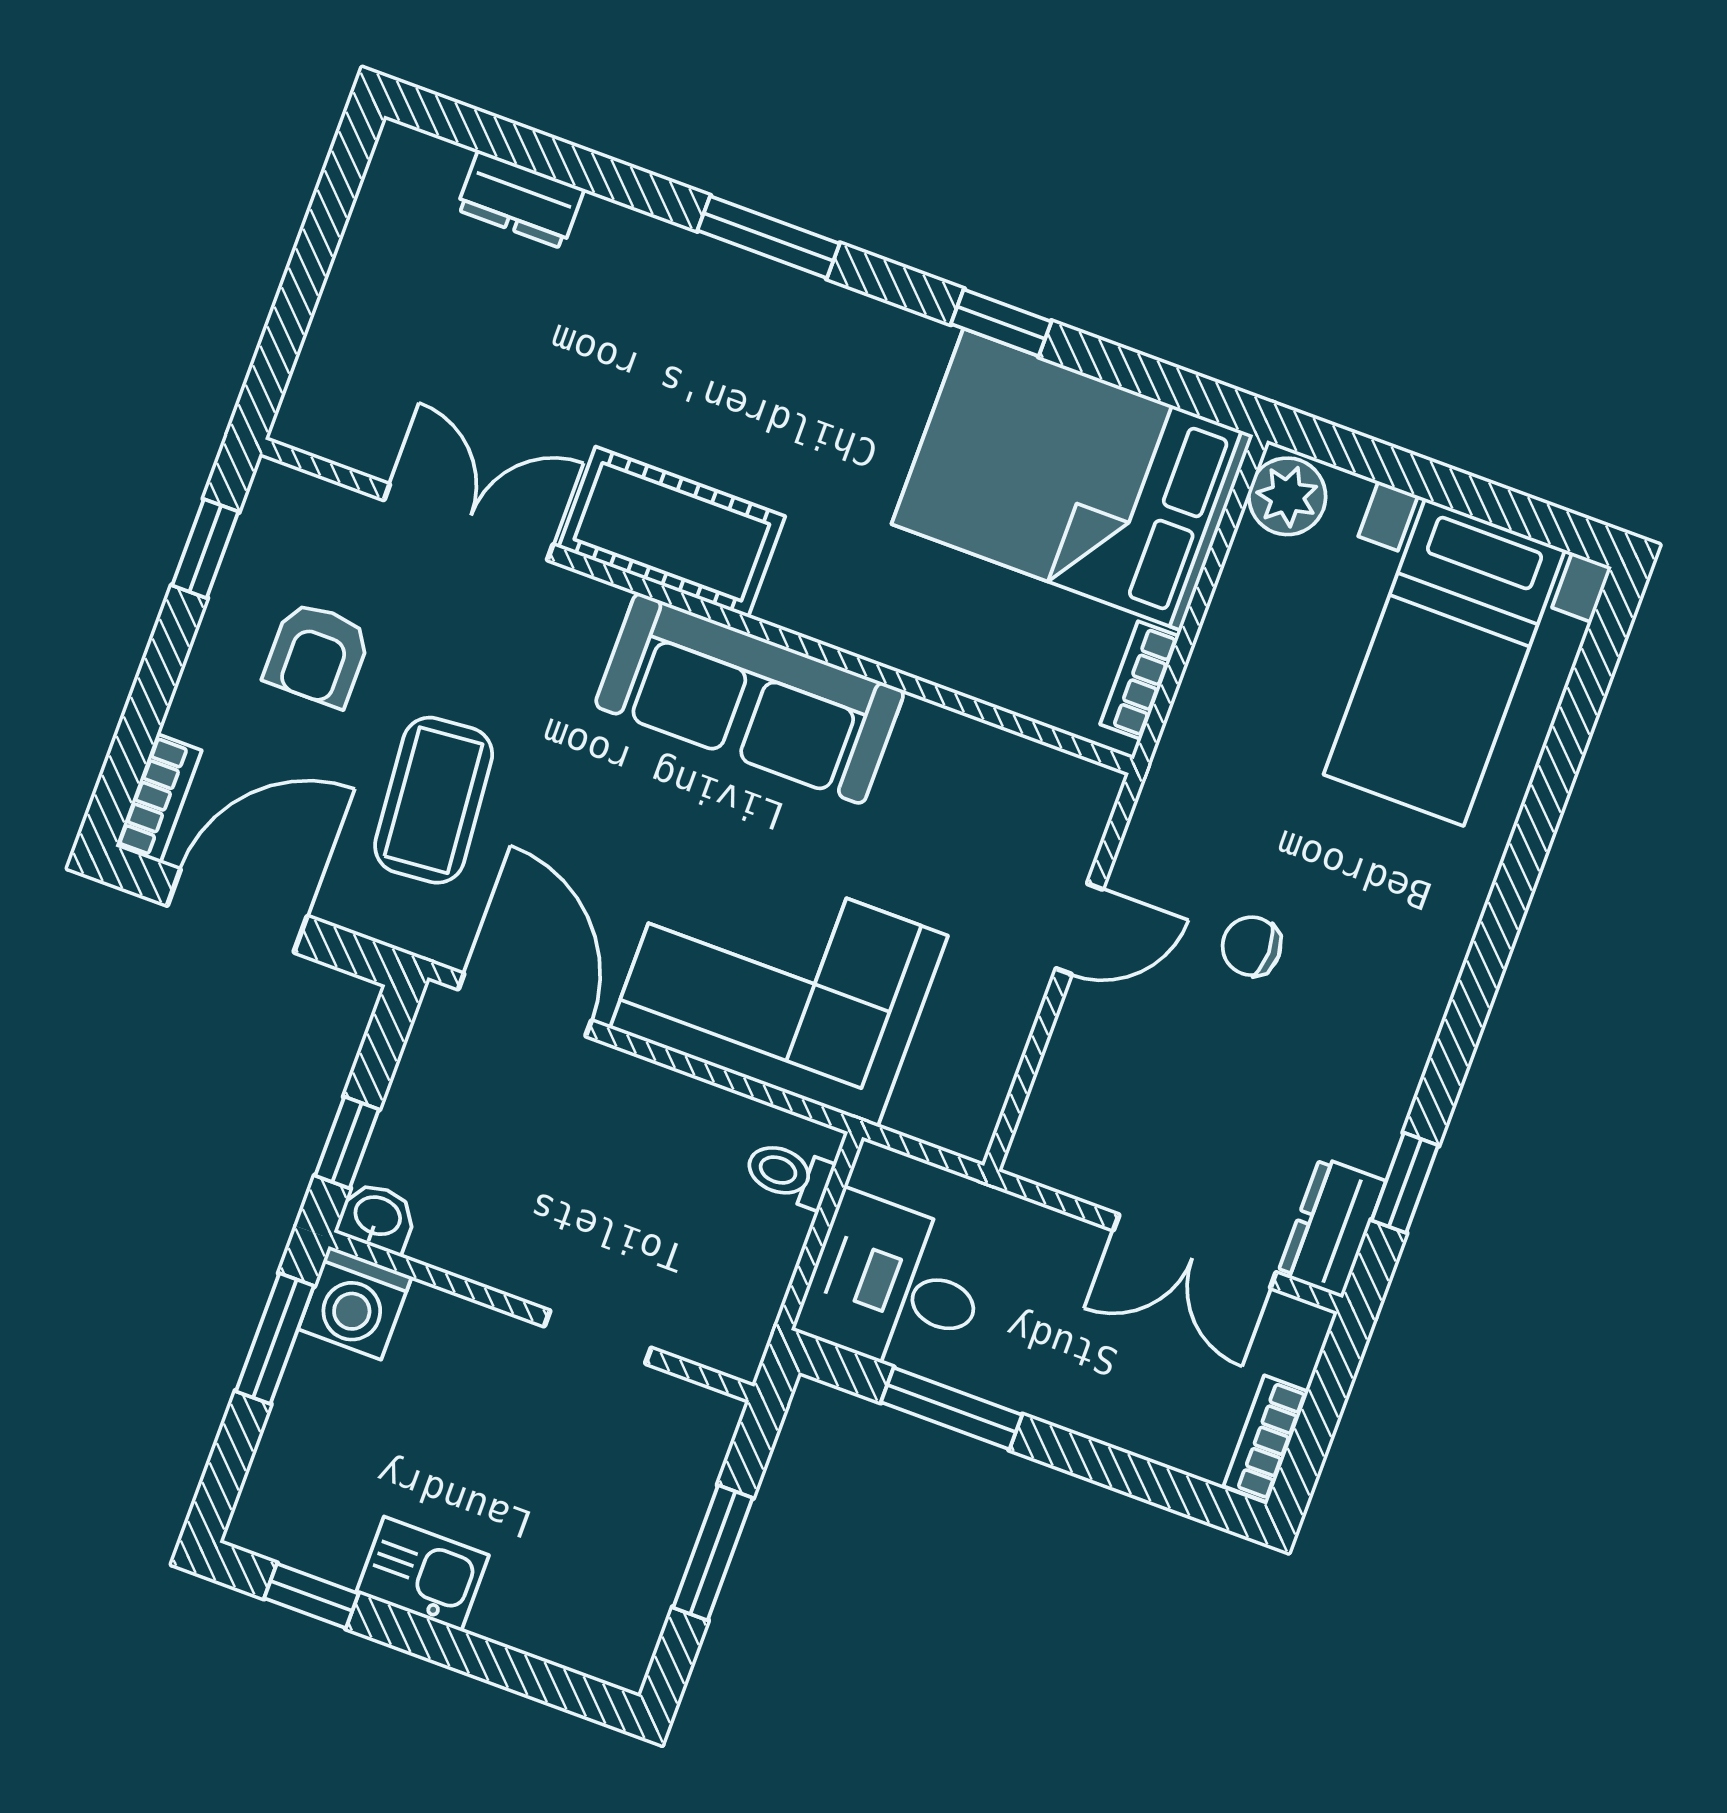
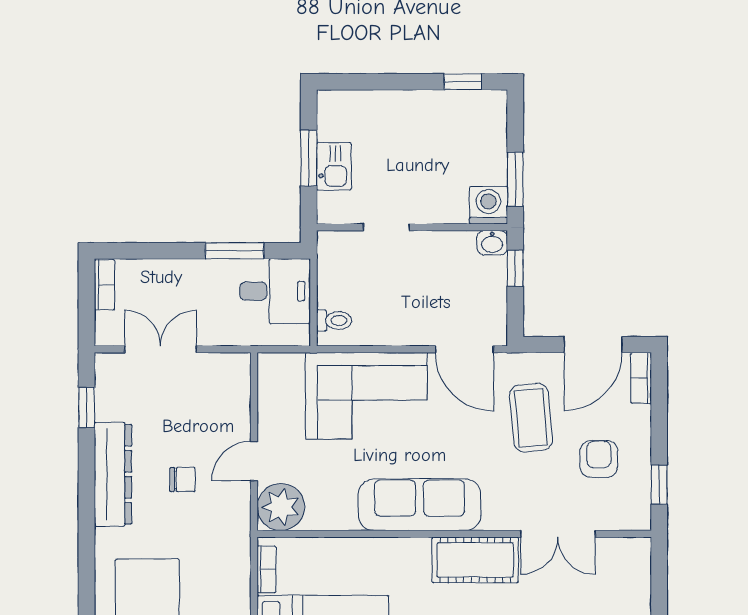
plant: (1057, 806) -> (281, 507), added
dresser: (1332, 1227) -> (113, 474), moved, width x1.96, depth x1.24
kitchen sink: (422, 1574) -> (334, 166), moved, turned -90

